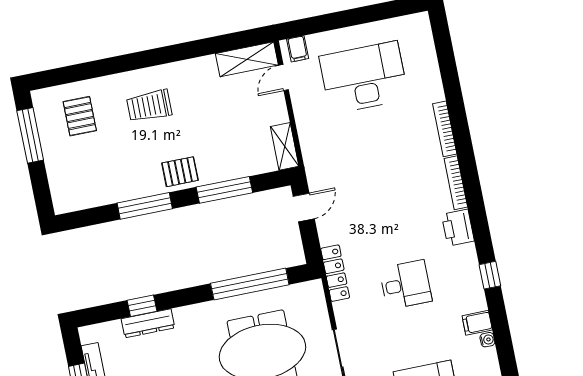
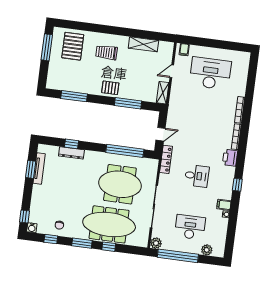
shelving: (247, 59) -> (143, 44), moved
door: (283, 77) -> (172, 71), moved
pallet: (80, 116) -> (73, 46), width x1.50, depth x1.42
window: (145, 206) -> (74, 96), moved
door: (304, 207) -> (161, 134), moved

